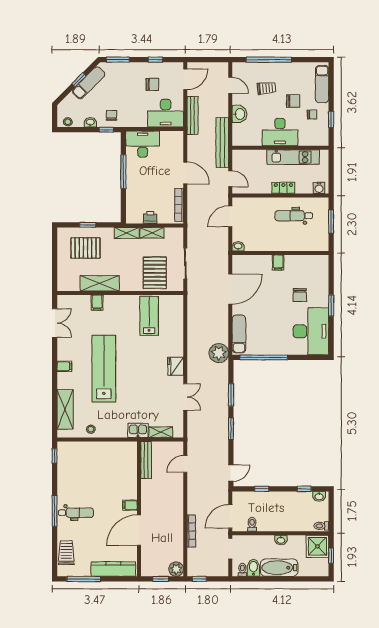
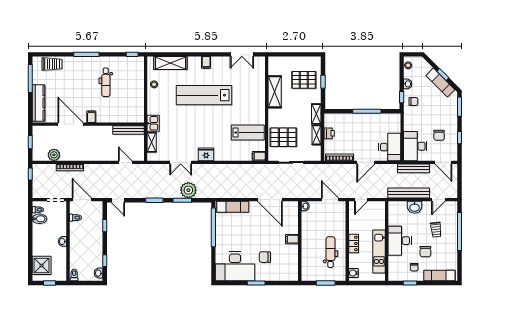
bench: (222, 143) -> (409, 193), moved
desk: (143, 144) -> (390, 147), moved
pallet: (86, 248) -> (304, 80), turned 90
filing cabinet: (97, 303) -> (259, 156), moved
plant: (219, 353) -> (188, 190), moved
lab bench: (104, 369) -> (204, 95), turned 180
dental chair: (76, 513) -> (106, 82), moved
shower: (317, 546) -> (42, 265), moved
bathtub: (279, 568) -> (40, 240), removed
plant: (176, 569) -> (54, 155), moved

